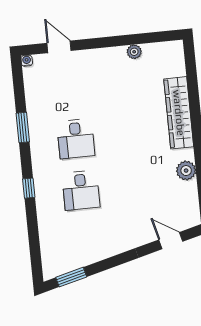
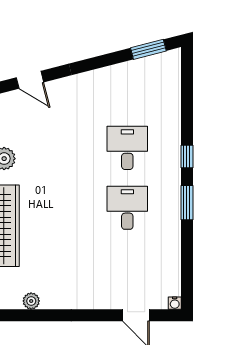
plant: (134, 52) -> (31, 301), moved
window: (23, 128) -> (187, 203), moved

